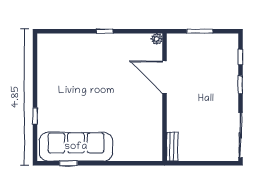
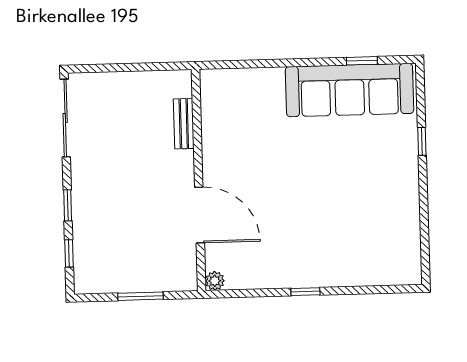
bench: (172, 147) -> (184, 124), moved

